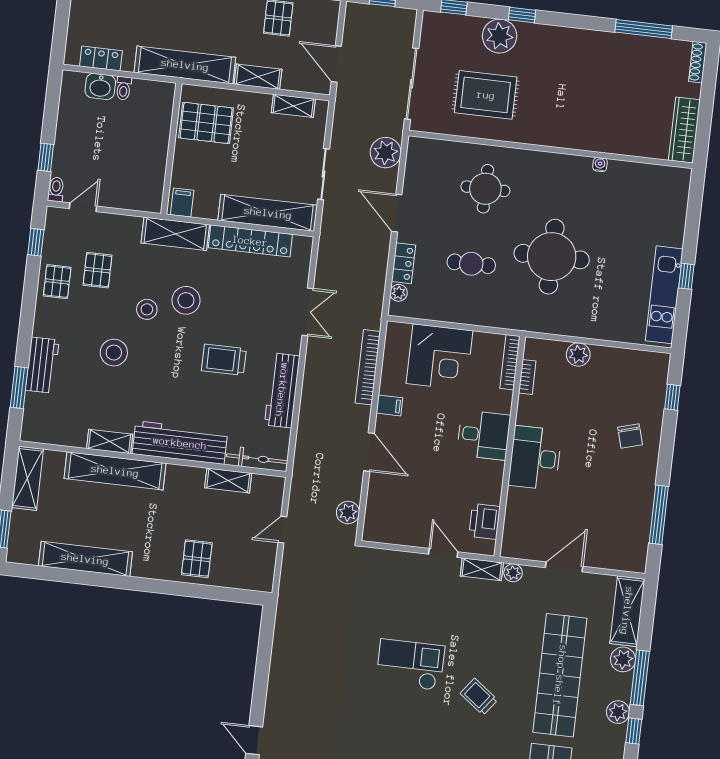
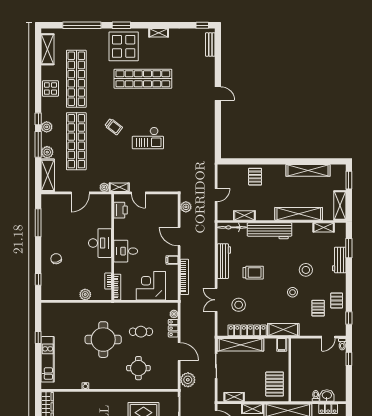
pallet: (206, 123) -> (275, 384), turned 90
kitchen unit: (664, 295) -> (48, 359), moved
stool: (186, 300) -> (239, 305), moved
shelving: (110, 441) -> (324, 227), moved

